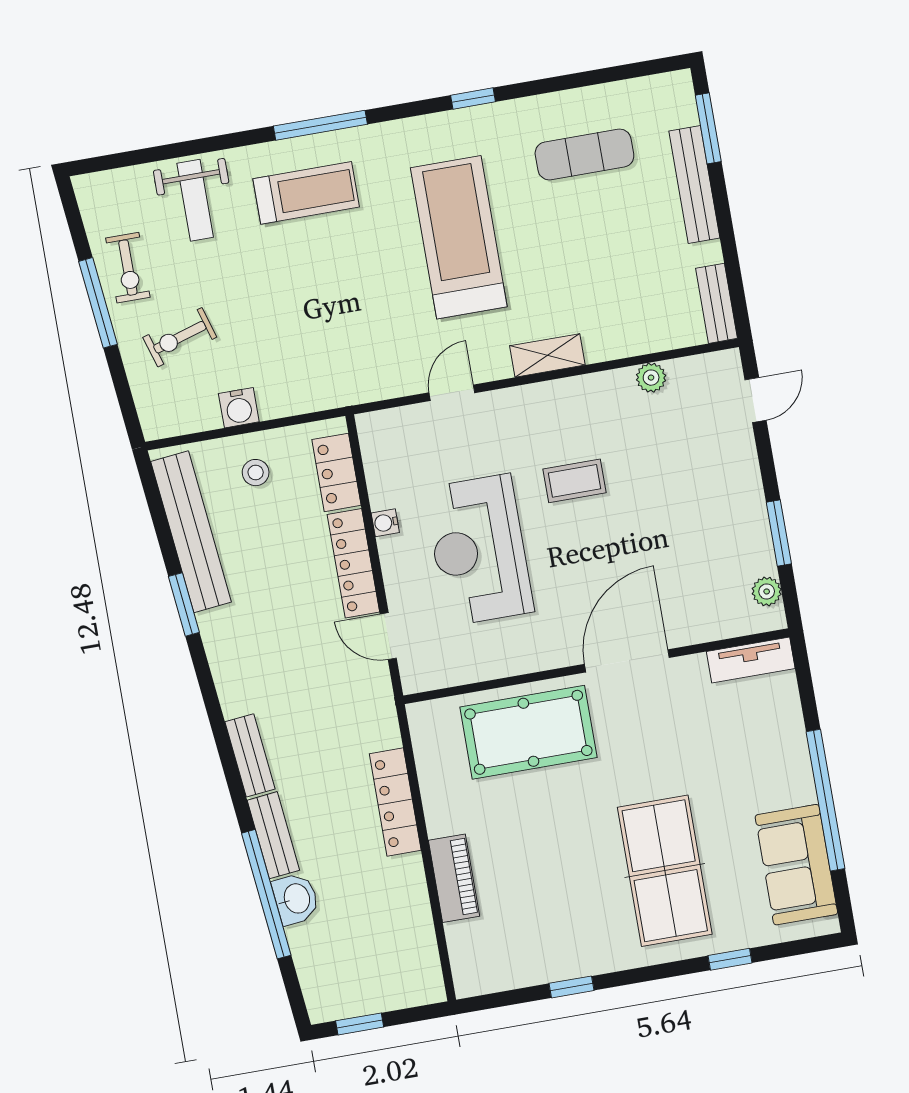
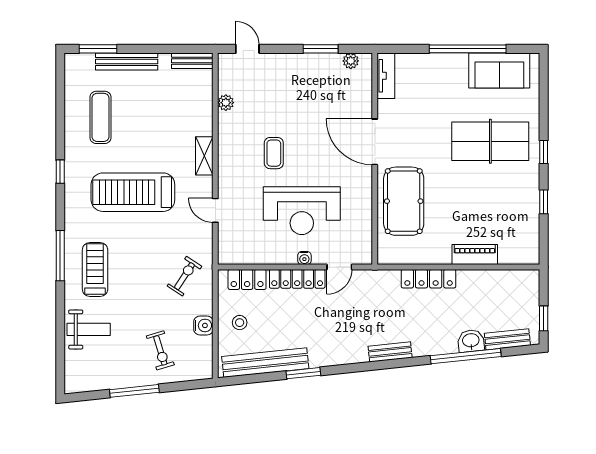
exercise bike: (128, 268) -> (184, 276), moved, turned -57
water cooler: (385, 523) -> (304, 258), moved
bench: (273, 835) -> (507, 339), moved
window: (730, 959) -> (544, 152), moved

